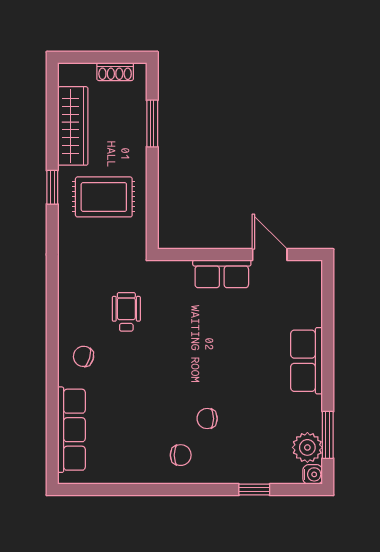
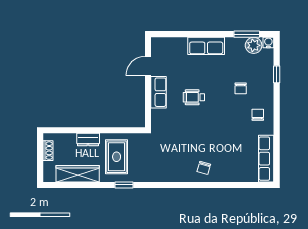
window: (152, 124) -> (76, 130), removed
dresser: (135, 145) -> (88, 140), added
window: (52, 187) -> (124, 185), moved
wheelchair: (126, 312) -> (194, 97), moved
chair: (207, 419) -> (241, 88), moved
row of seats: (71, 430) -> (266, 159), moved, turned -90

